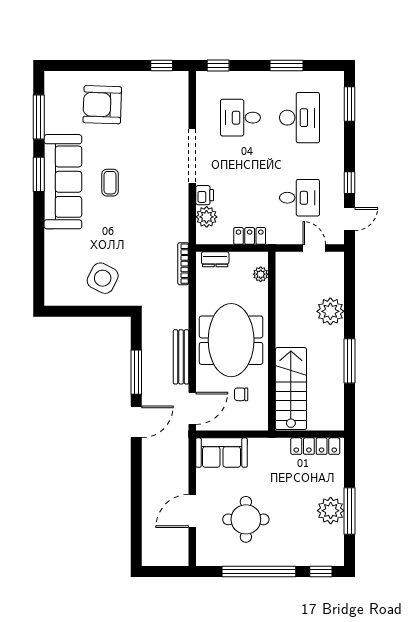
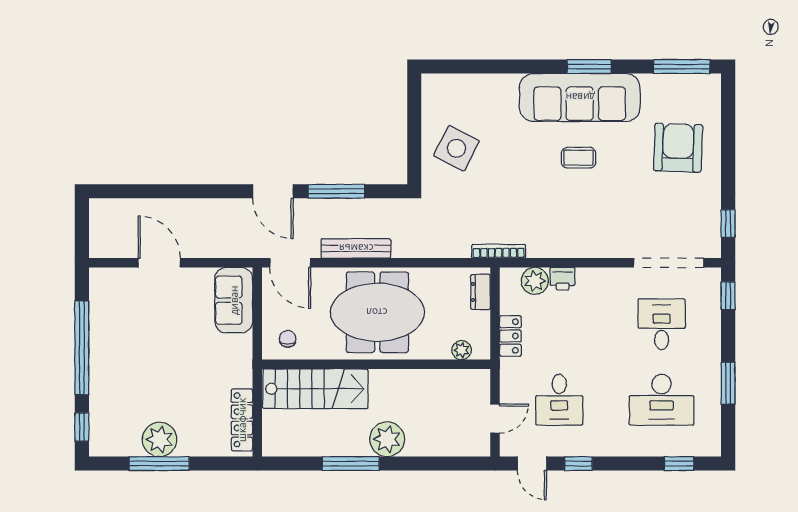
window: (349, 104) -> (679, 464), width x0.67
window: (39, 117) -> (682, 67), moved
doorway: (192, 156) -> (669, 263), moved
bookcase: (183, 264) -> (499, 251), moved
plant: (330, 311) -> (387, 439), moved
chair: (241, 394) -> (288, 339), moved
round table: (246, 519) -> (148, 331), removed

